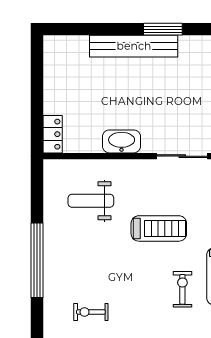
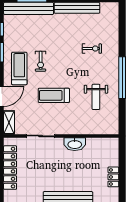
locker: (53, 134) -> (113, 177), moved
weight bench: (91, 201) -> (96, 97), moved, turned 90

